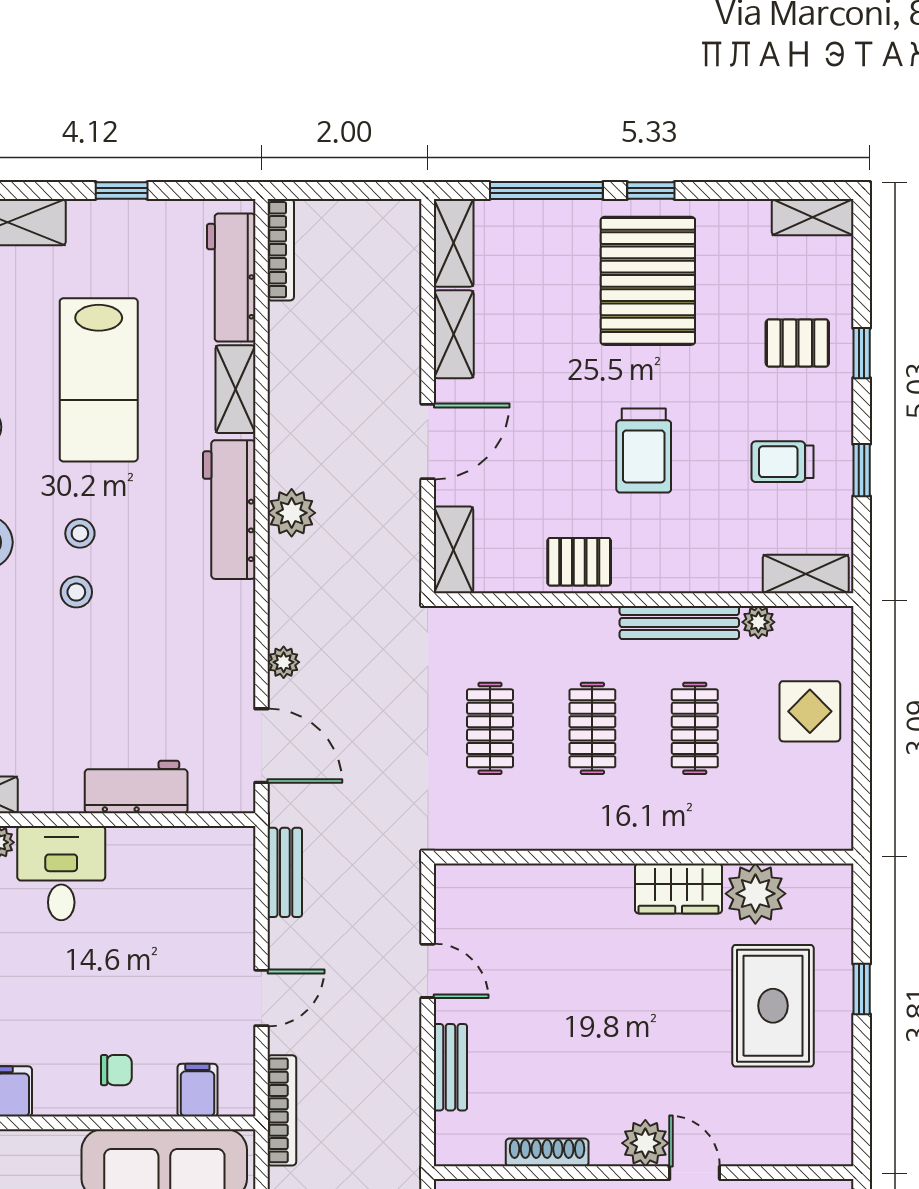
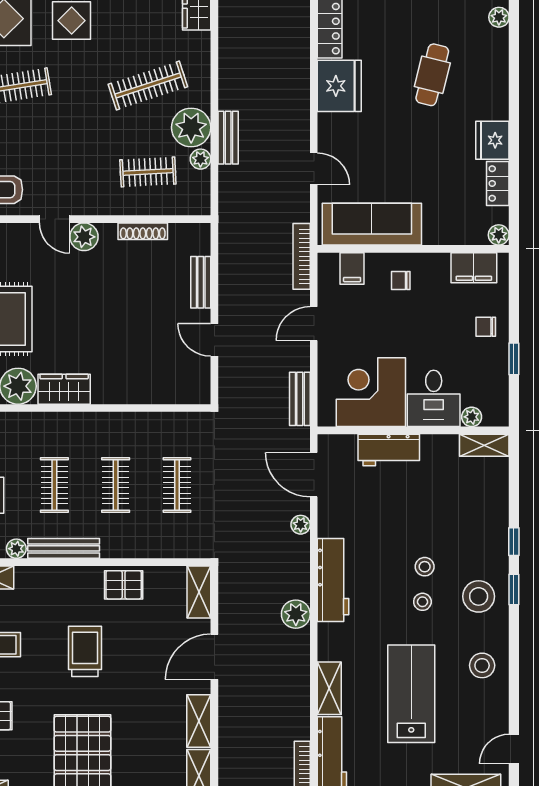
workbench: (229, 510) -> (333, 580), moved
corner desk: (166, 884) -> (371, 392), added

